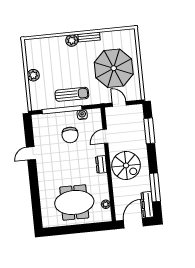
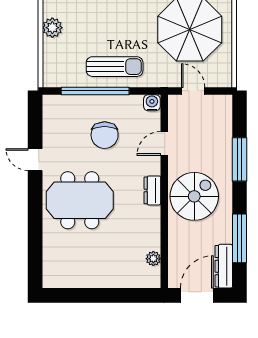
water cooler: (82, 115) -> (152, 103), moved
window: (149, 131) -> (240, 159), moved
door: (31, 153) -> (35, 160), hinge flipped
spiral stairs: (126, 165) -> (194, 196), turned -90
meeting table: (74, 202) -> (80, 200), moved

